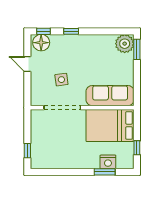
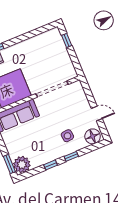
window: (43, 31) -> (51, 165), moved
side table: (61, 80) -> (67, 136), moved

